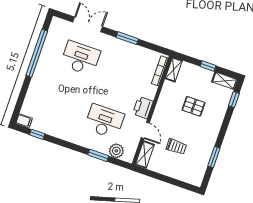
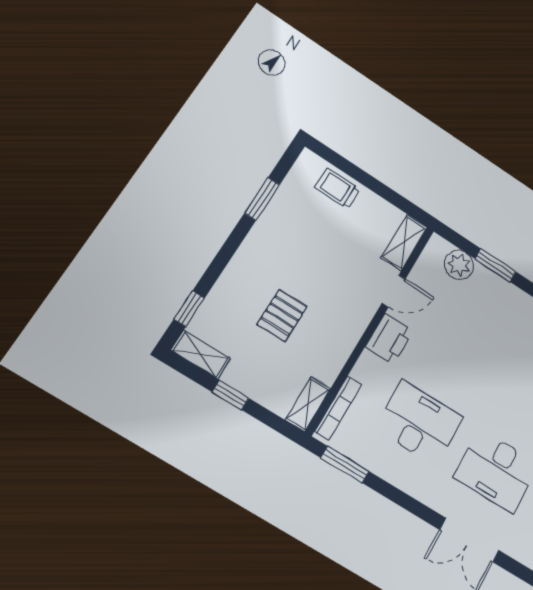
window: (127, 38) -> (345, 465), moved
pallet: (194, 106) -> (282, 316), turned 90
desk: (104, 121) -> (419, 423), moved, turned 180
door: (145, 130) -> (394, 291), swing flipped
trolley: (176, 147) -> (338, 188), moved

